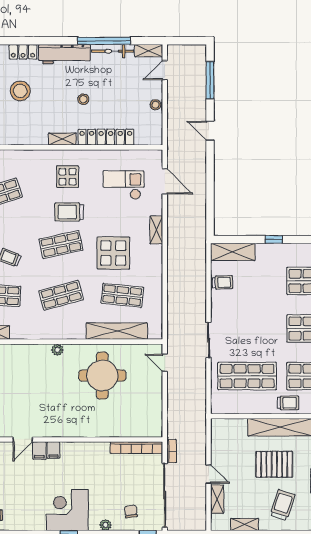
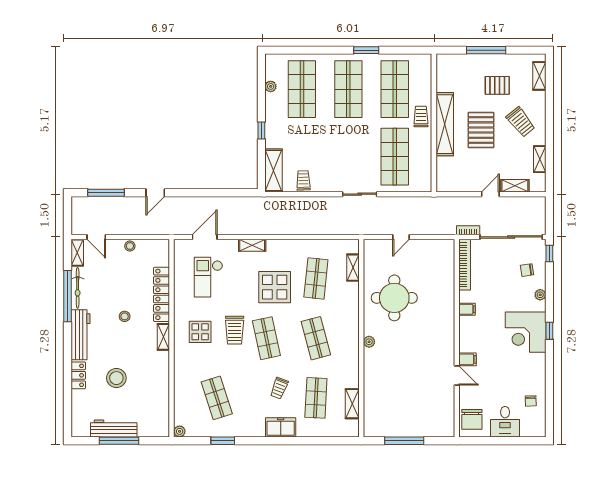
shelving: (117, 331) -> (353, 268), width x0.45, depth x0.75
door: (165, 363) -> (401, 237), moved
filing cabinet: (53, 450) -> (467, 309), moved
trolley: (283, 505) -> (521, 122), turned -147

